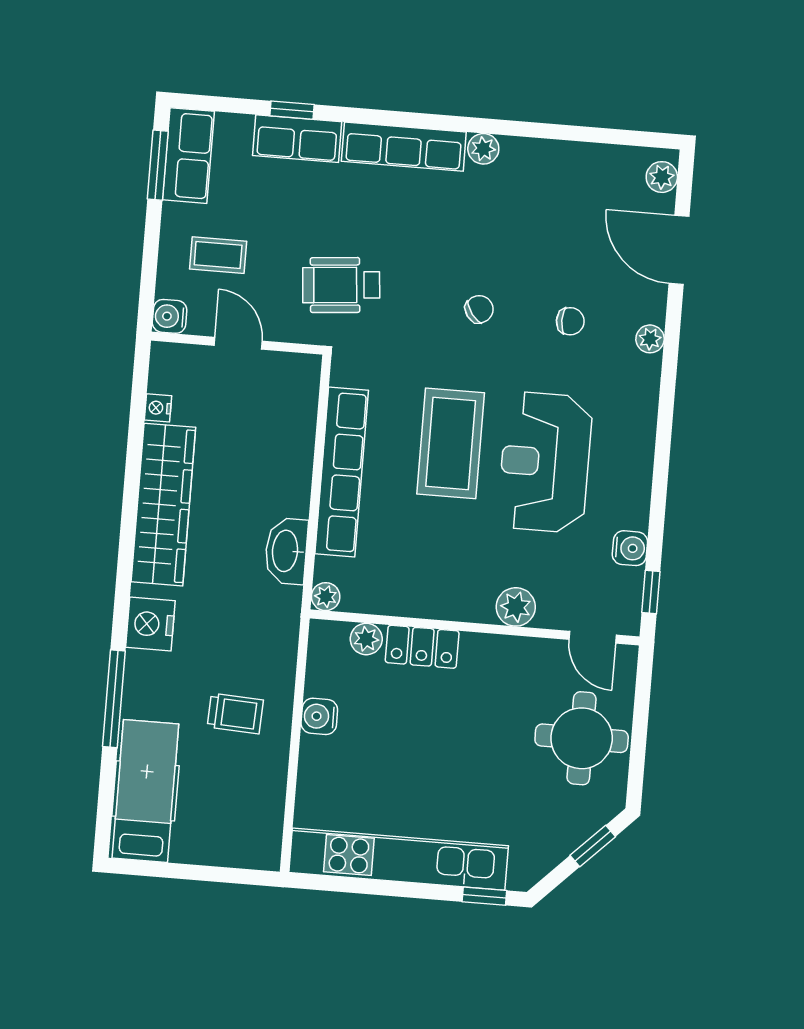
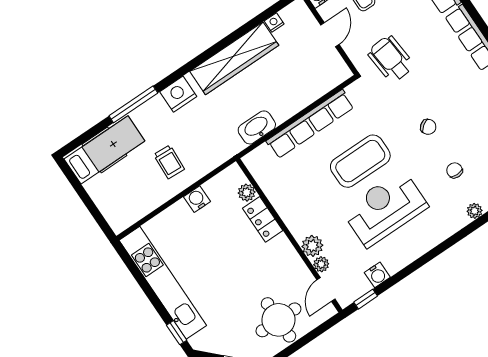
chair: (570, 321) -> (455, 170), turned 180
plant: (326, 597) -> (321, 264), moved

